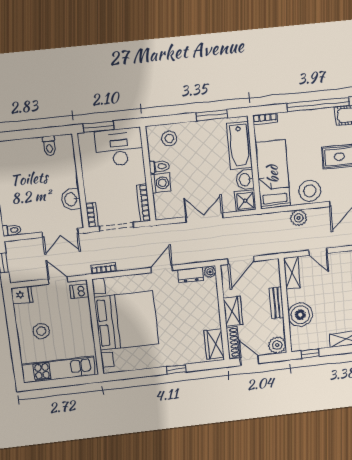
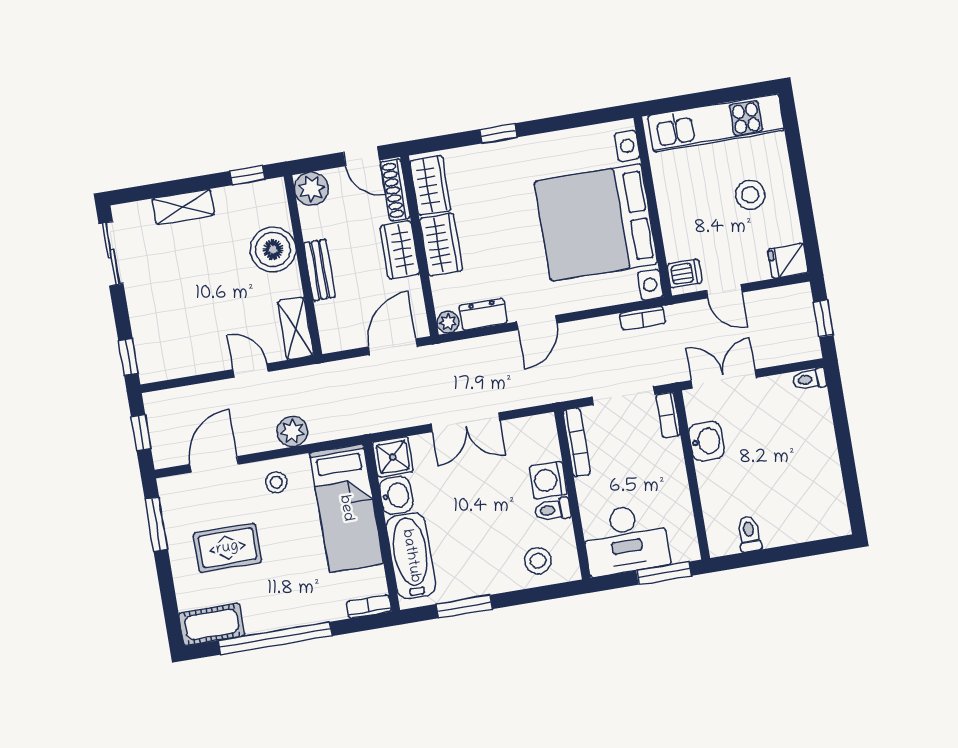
stool: (310, 191) -> (276, 482), width x0.53, depth x0.53
wardrobe: (211, 313) -> (441, 244), added

